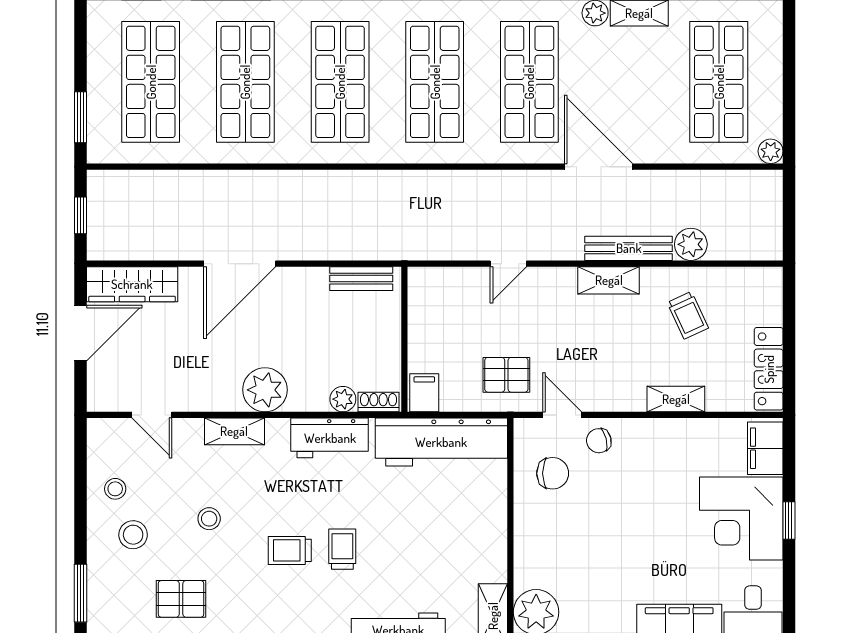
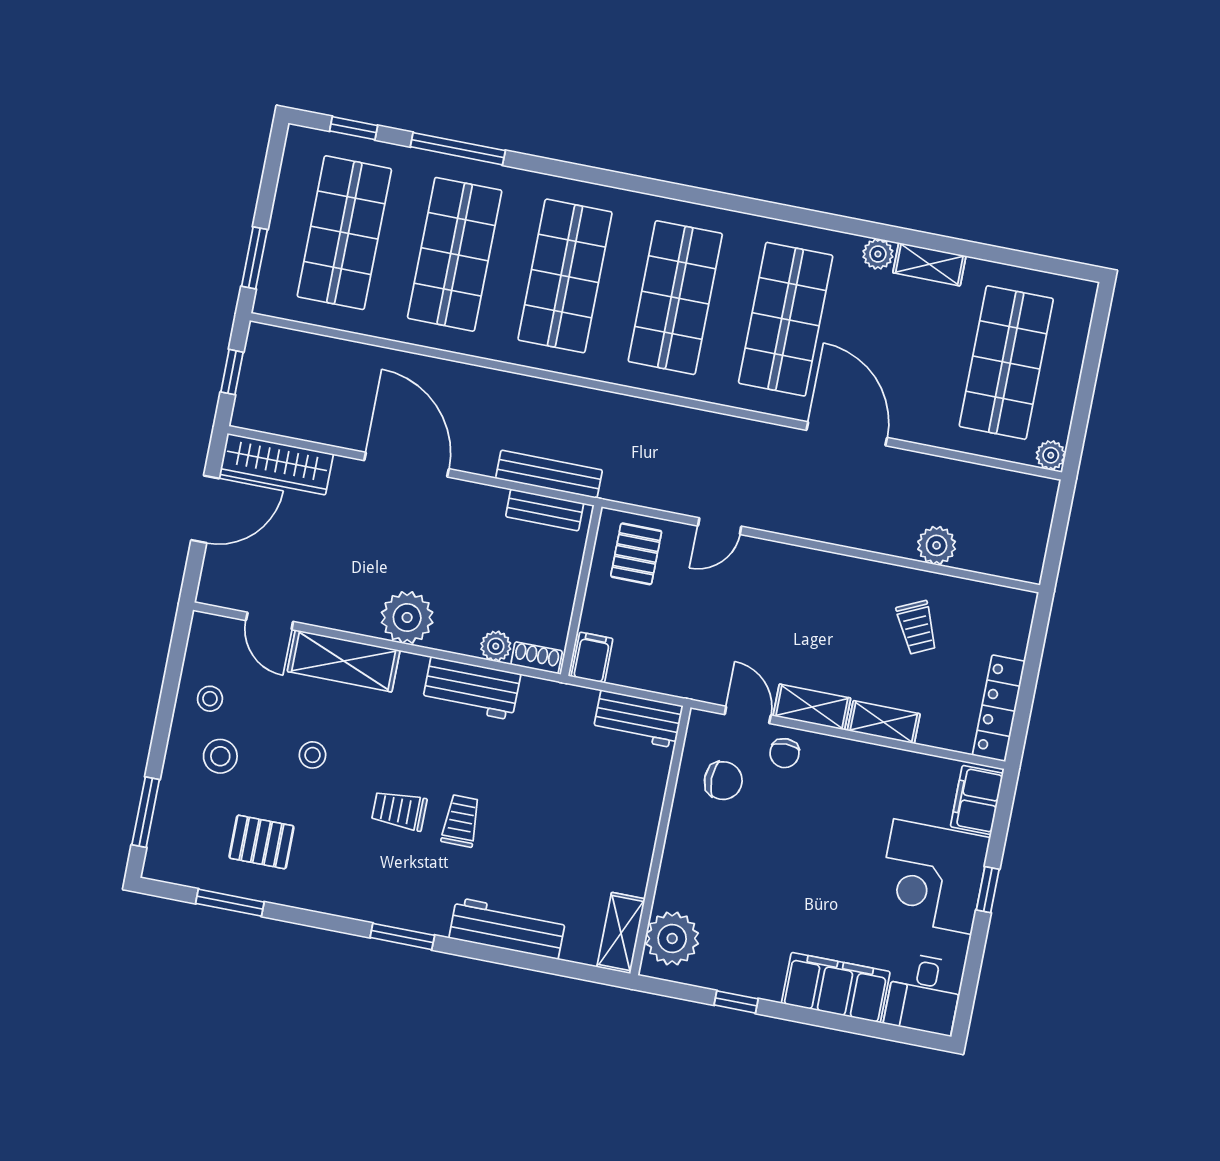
bench: (629, 248) -> (549, 474), moved
door: (240, 264) -> (406, 465), swing flipped
shelving: (609, 280) -> (812, 707), moved
pallet: (506, 375) -> (636, 554), moved, turned 90
shelving: (234, 431) -> (344, 661), width x1.50, depth x1.33
chair: (599, 441) -> (784, 753), turned -76
workbench: (441, 442) -> (638, 719), width x0.53, depth x0.76

